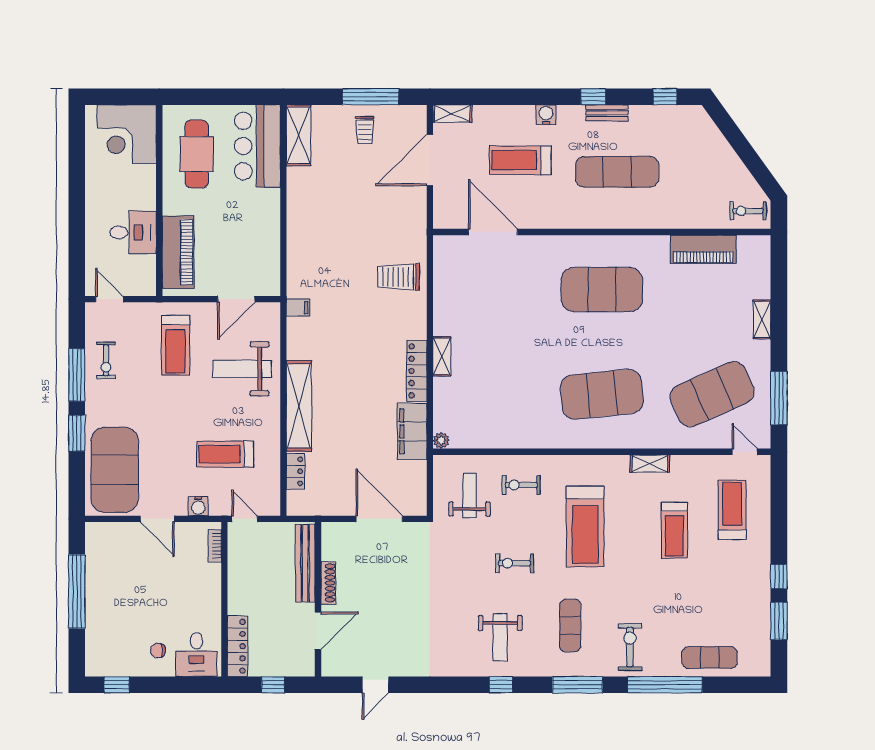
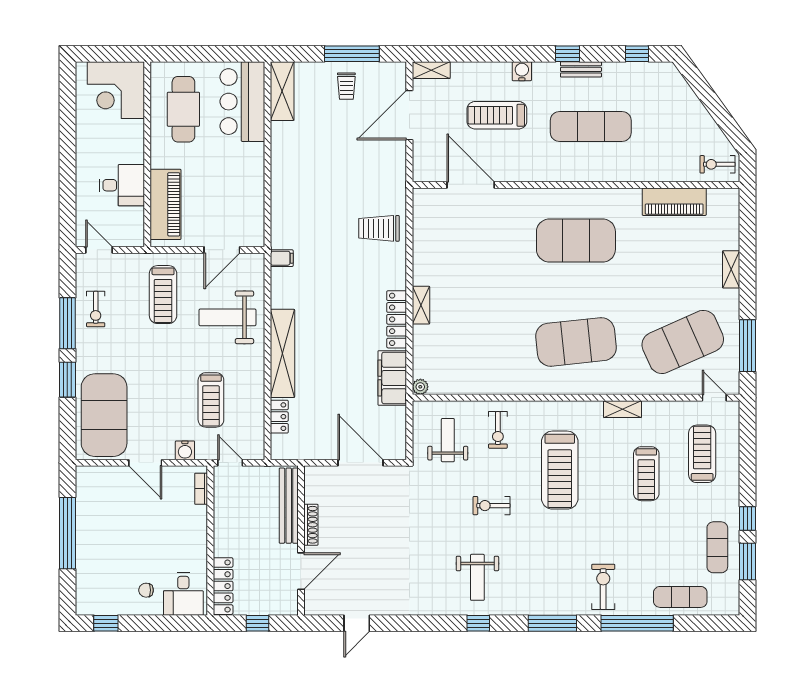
treadmill: (225, 454) -> (211, 400), turned -90
exercise bike: (521, 485) -> (498, 430), turned -90
exercise mat: (570, 626) -> (717, 547), moved

